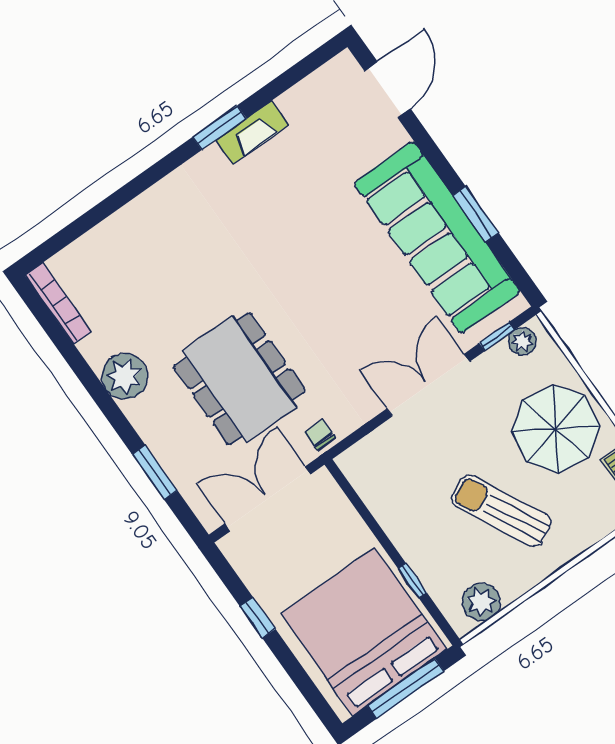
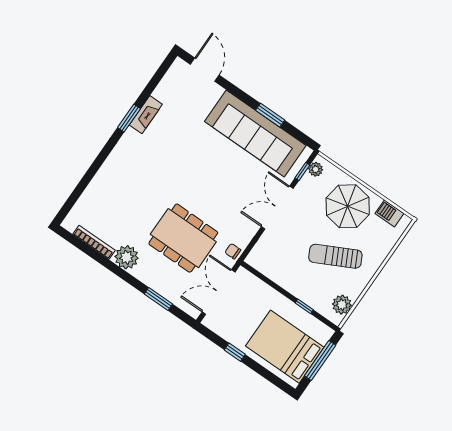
bookcase: (58, 303) -> (94, 242), moved
bed: (364, 632) -> (285, 347), width x0.73

